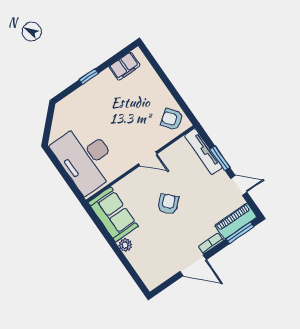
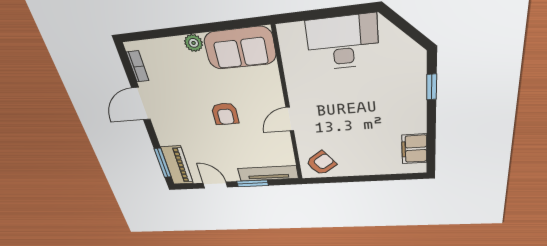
window: (89, 77) -> (432, 87), moved
desk: (86, 158) -> (343, 43), width x0.73, depth x0.77
door: (239, 185) -> (215, 185), swing flipped
armchair: (168, 204) -> (225, 114), turned 44
bookcase: (211, 243) -> (138, 67), moved

